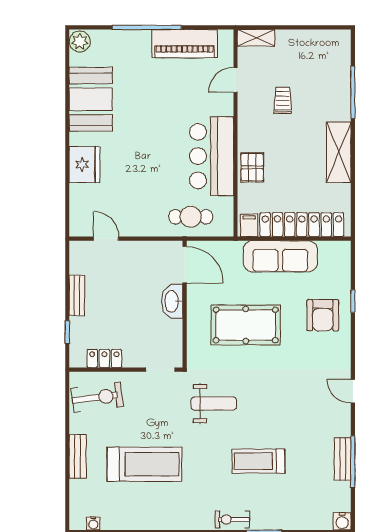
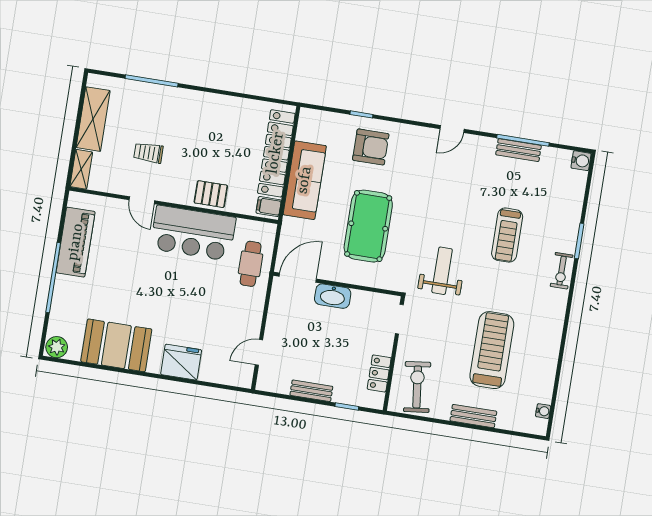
door: (235, 80) -> (142, 200), moved
shelving: (339, 152) -> (93, 119), moved, turned 90

